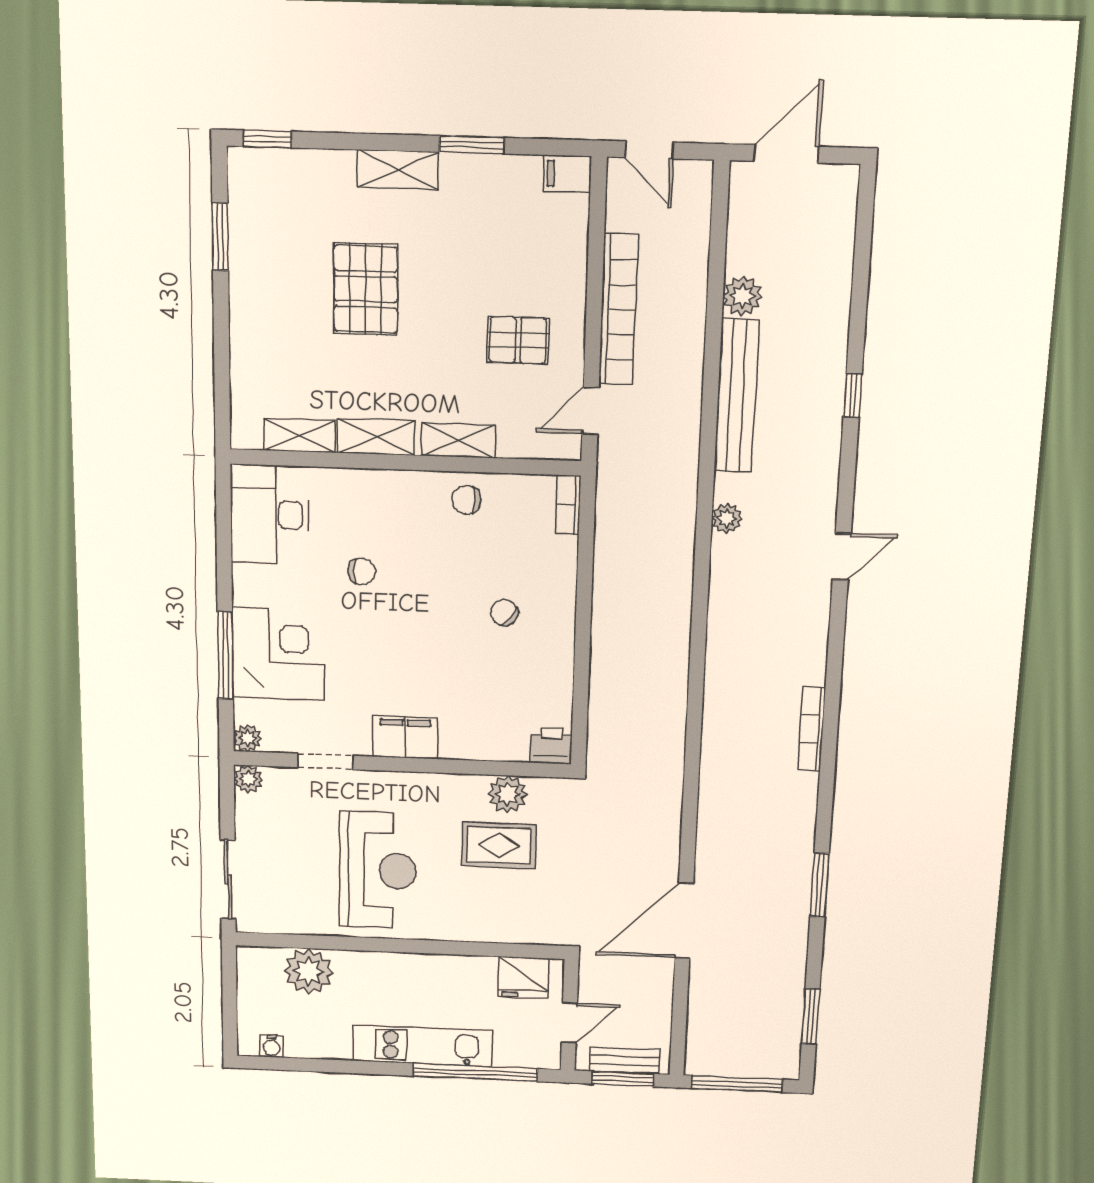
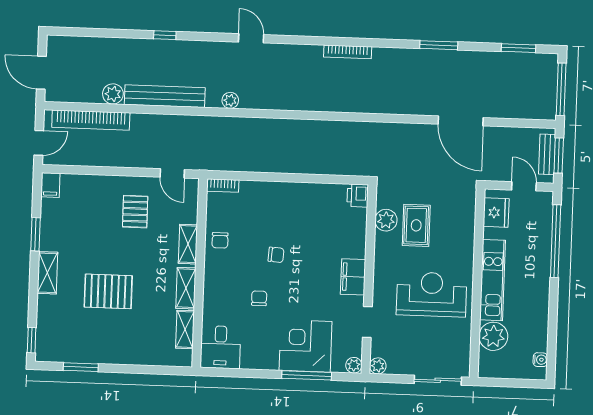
bookcase: (618, 310) -> (91, 120), moved, turned 180
desk: (270, 515) -> (220, 347), width x0.73
chair: (504, 613) -> (276, 255), moved, turned -127
kitchen unit: (423, 1046) -> (493, 280), moved, turned 180

